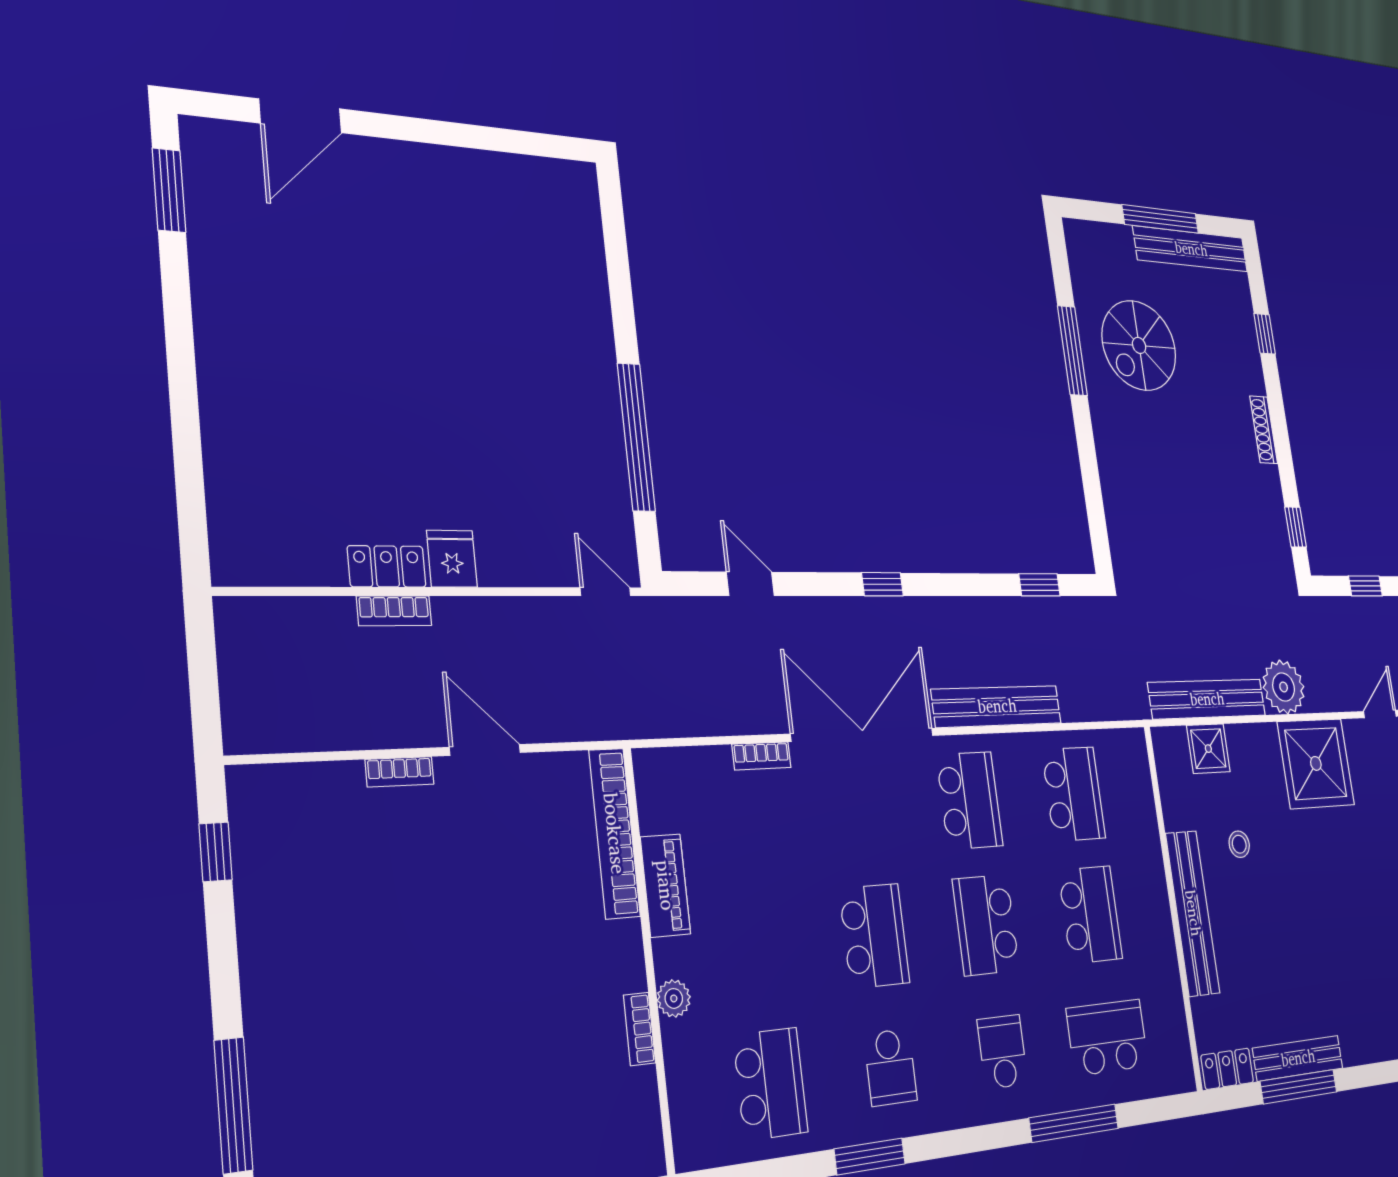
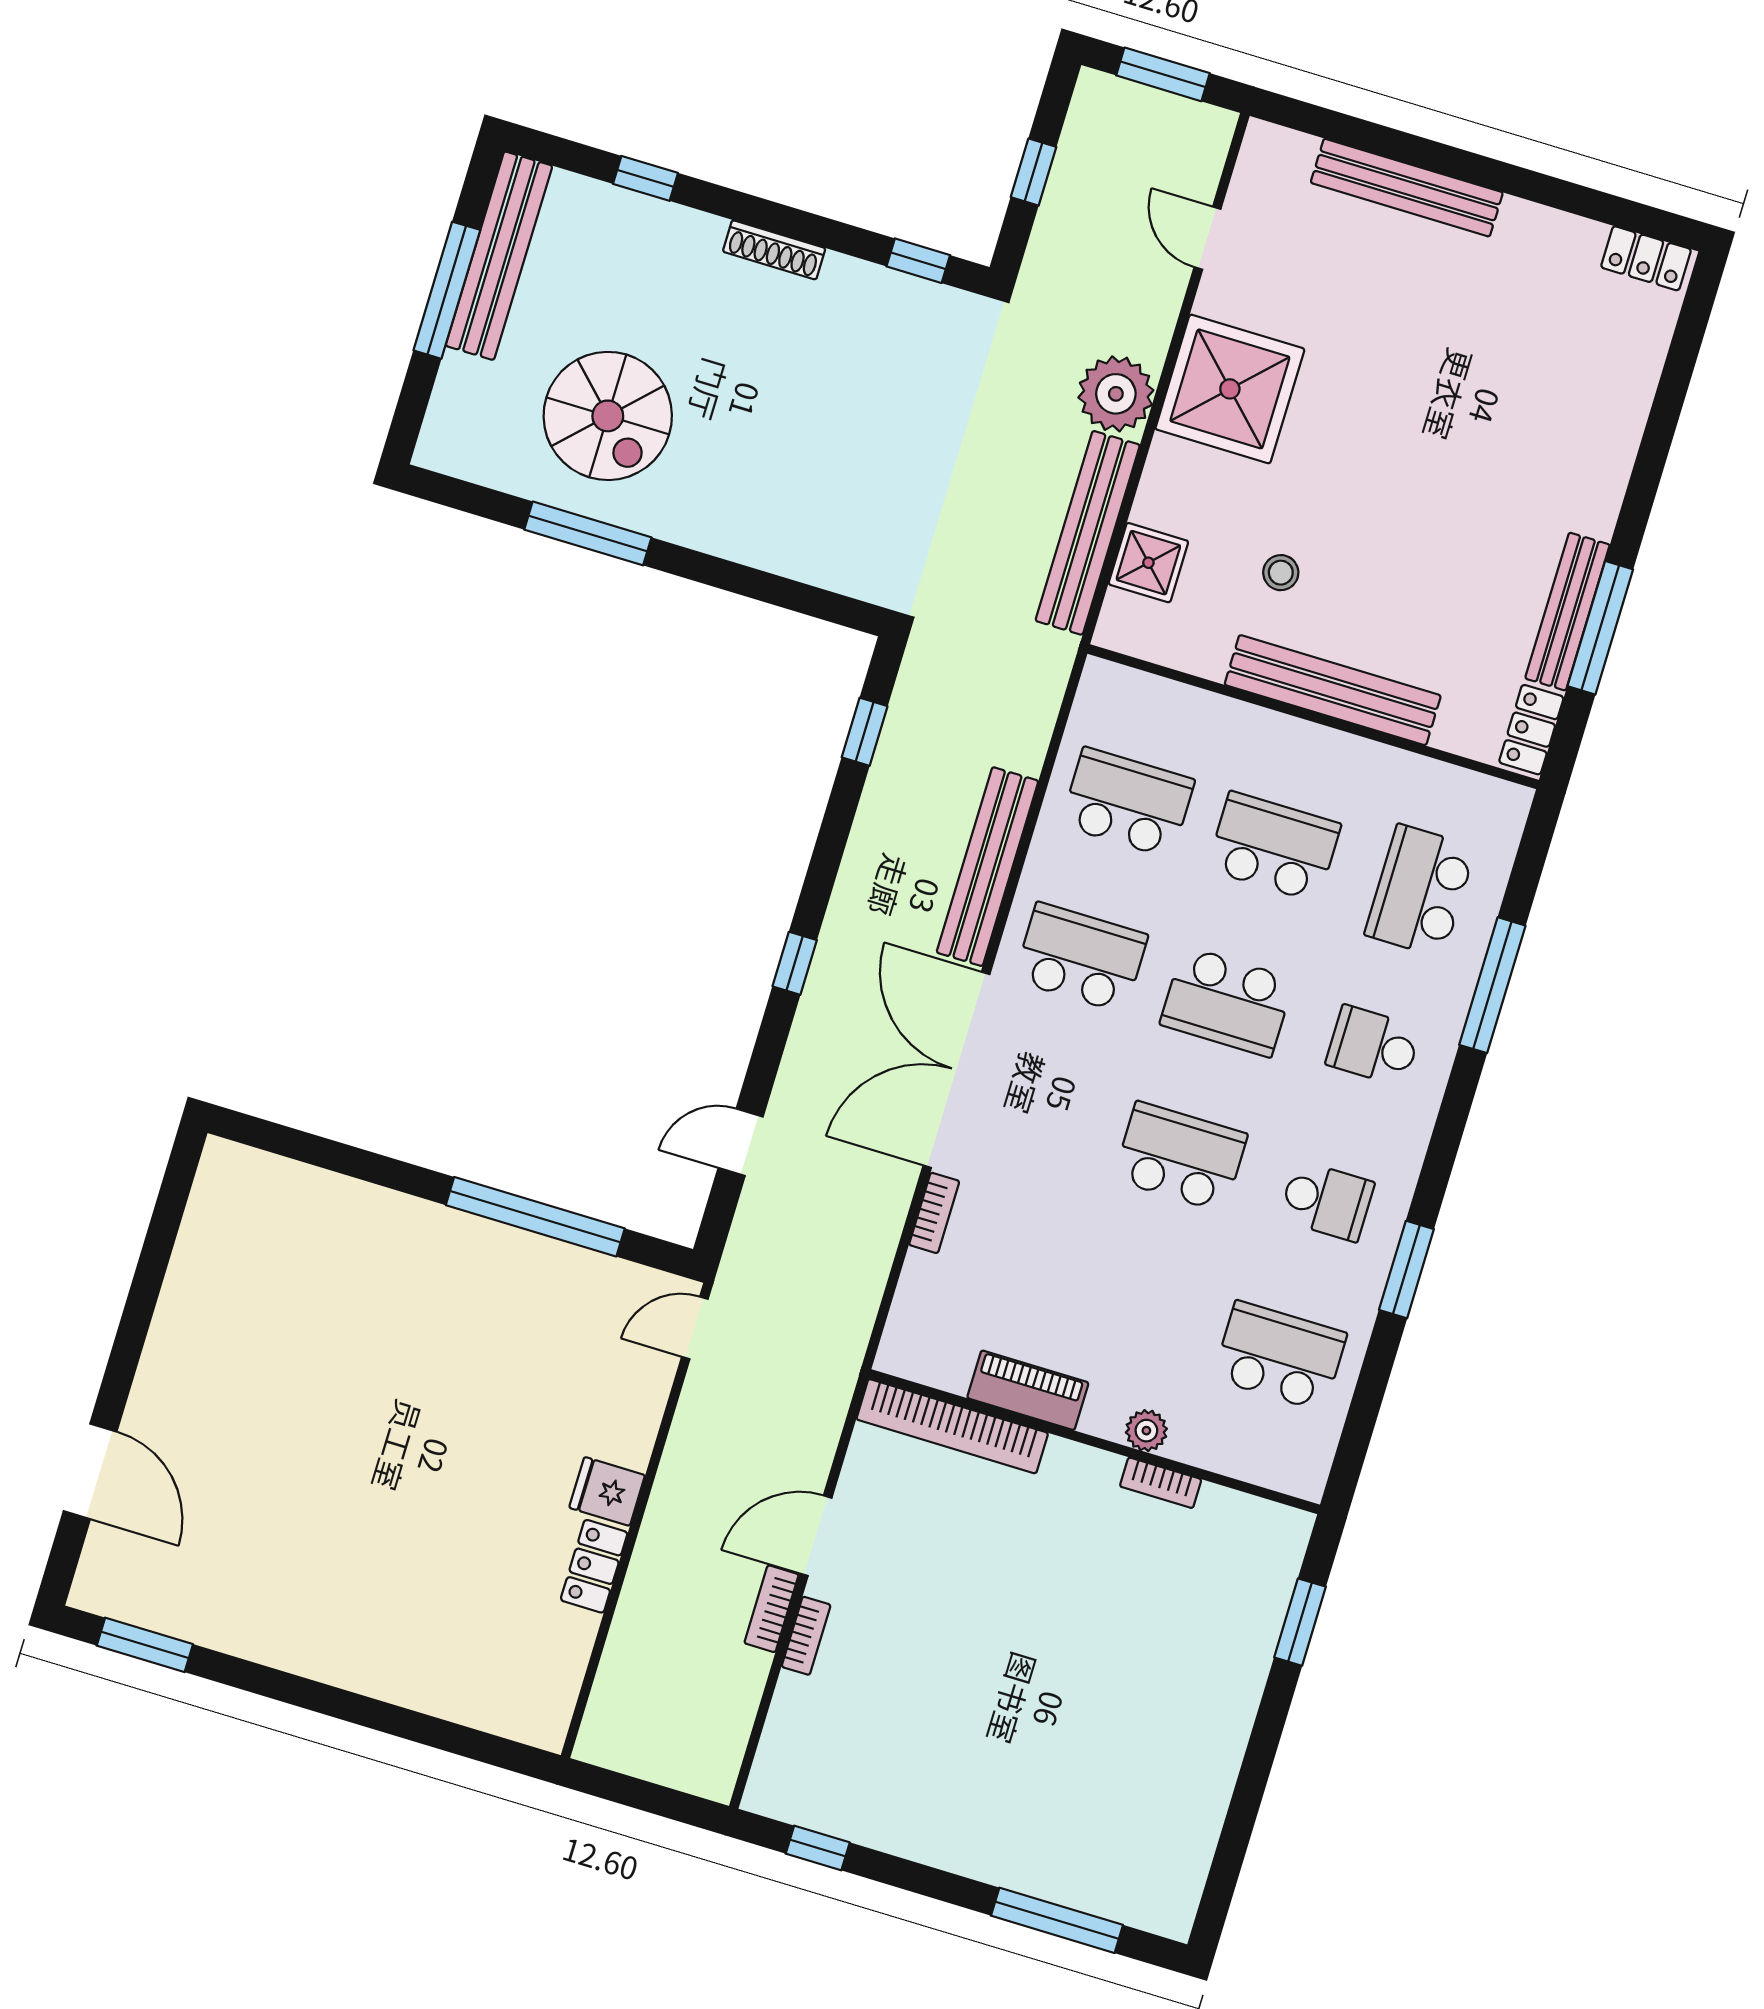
bookcase: (394, 611) -> (772, 1609), moved, turned 180

